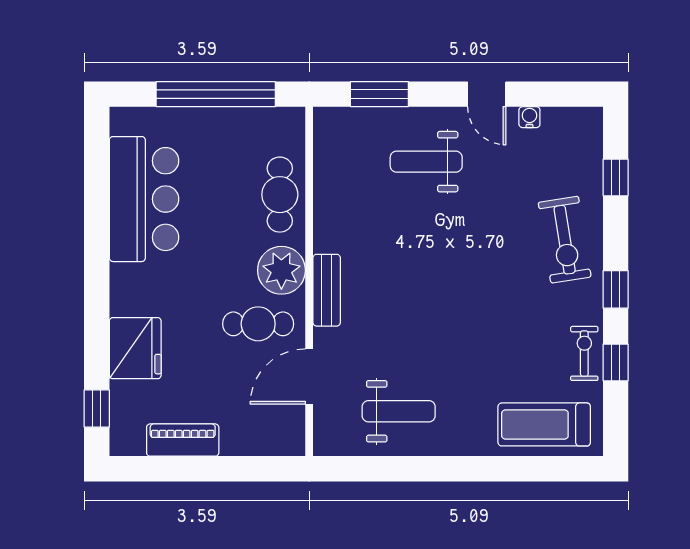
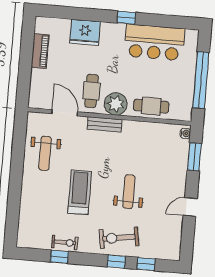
water cooler: (529, 117) -> (185, 133), moved
weight bench: (426, 162) -> (129, 192), moved
window: (616, 289) -> (116, 262), moved
window: (97, 408) -> (126, 18), moved
treadmill: (544, 424) -> (80, 192), moved

